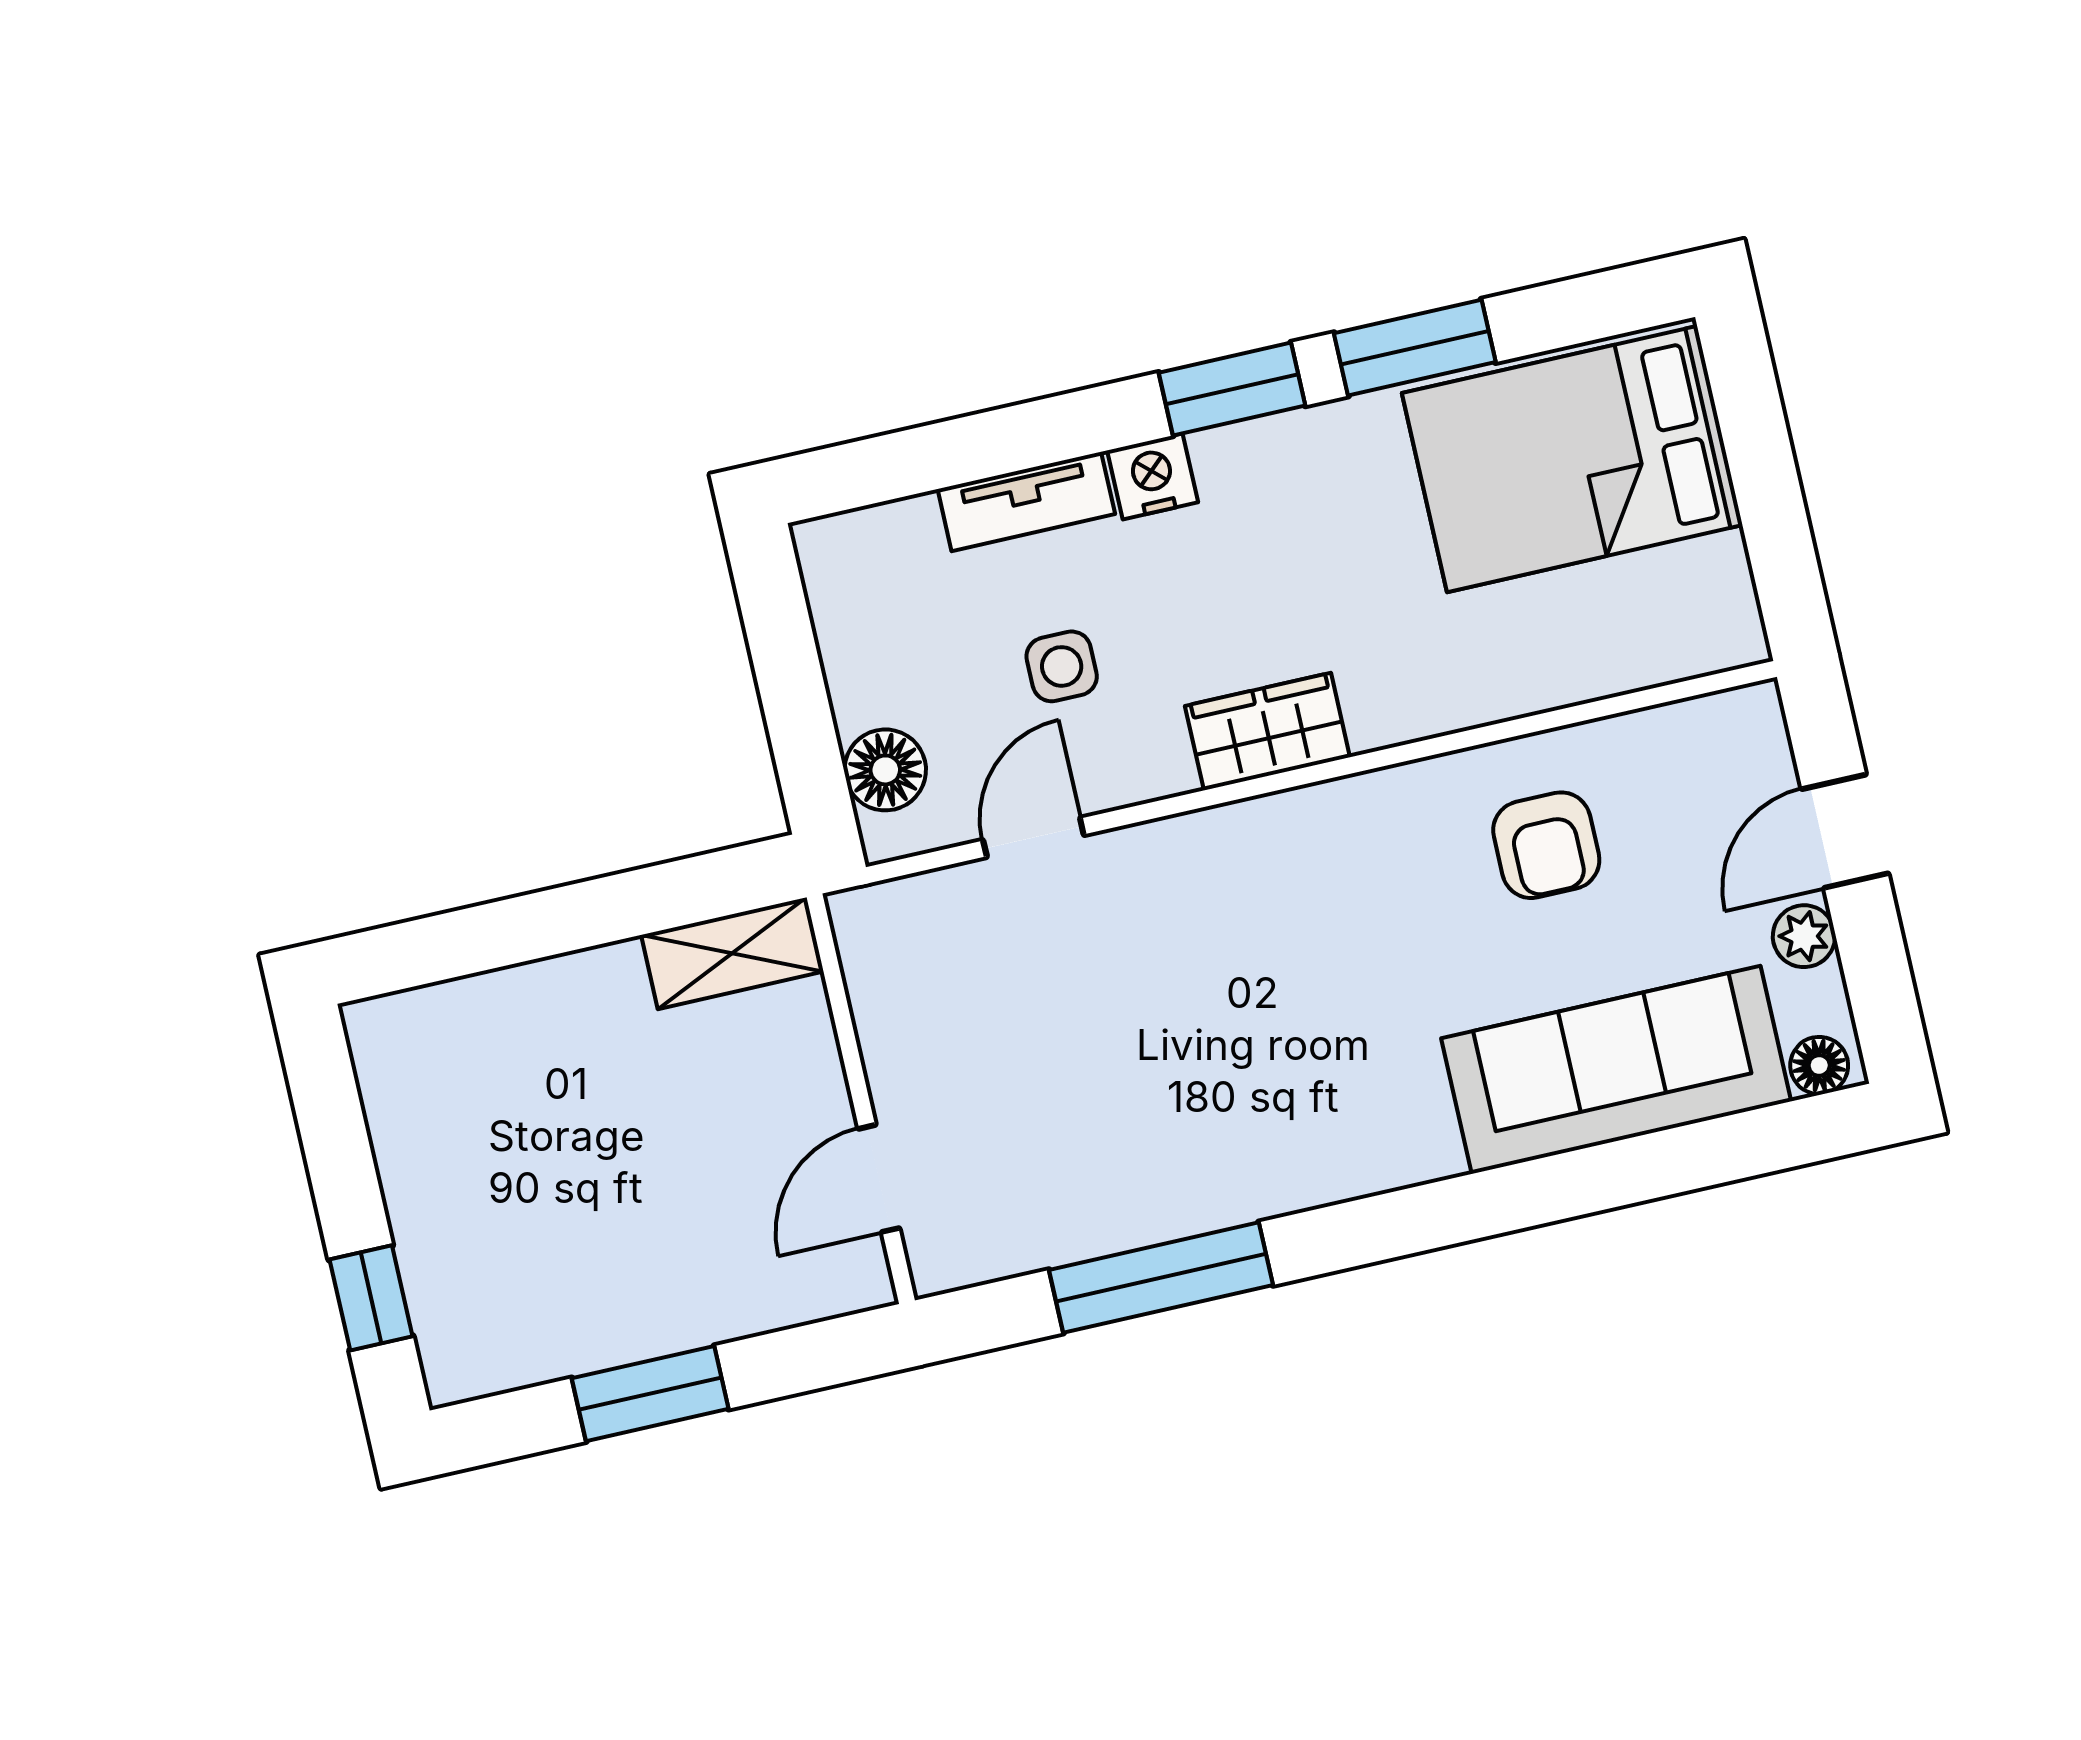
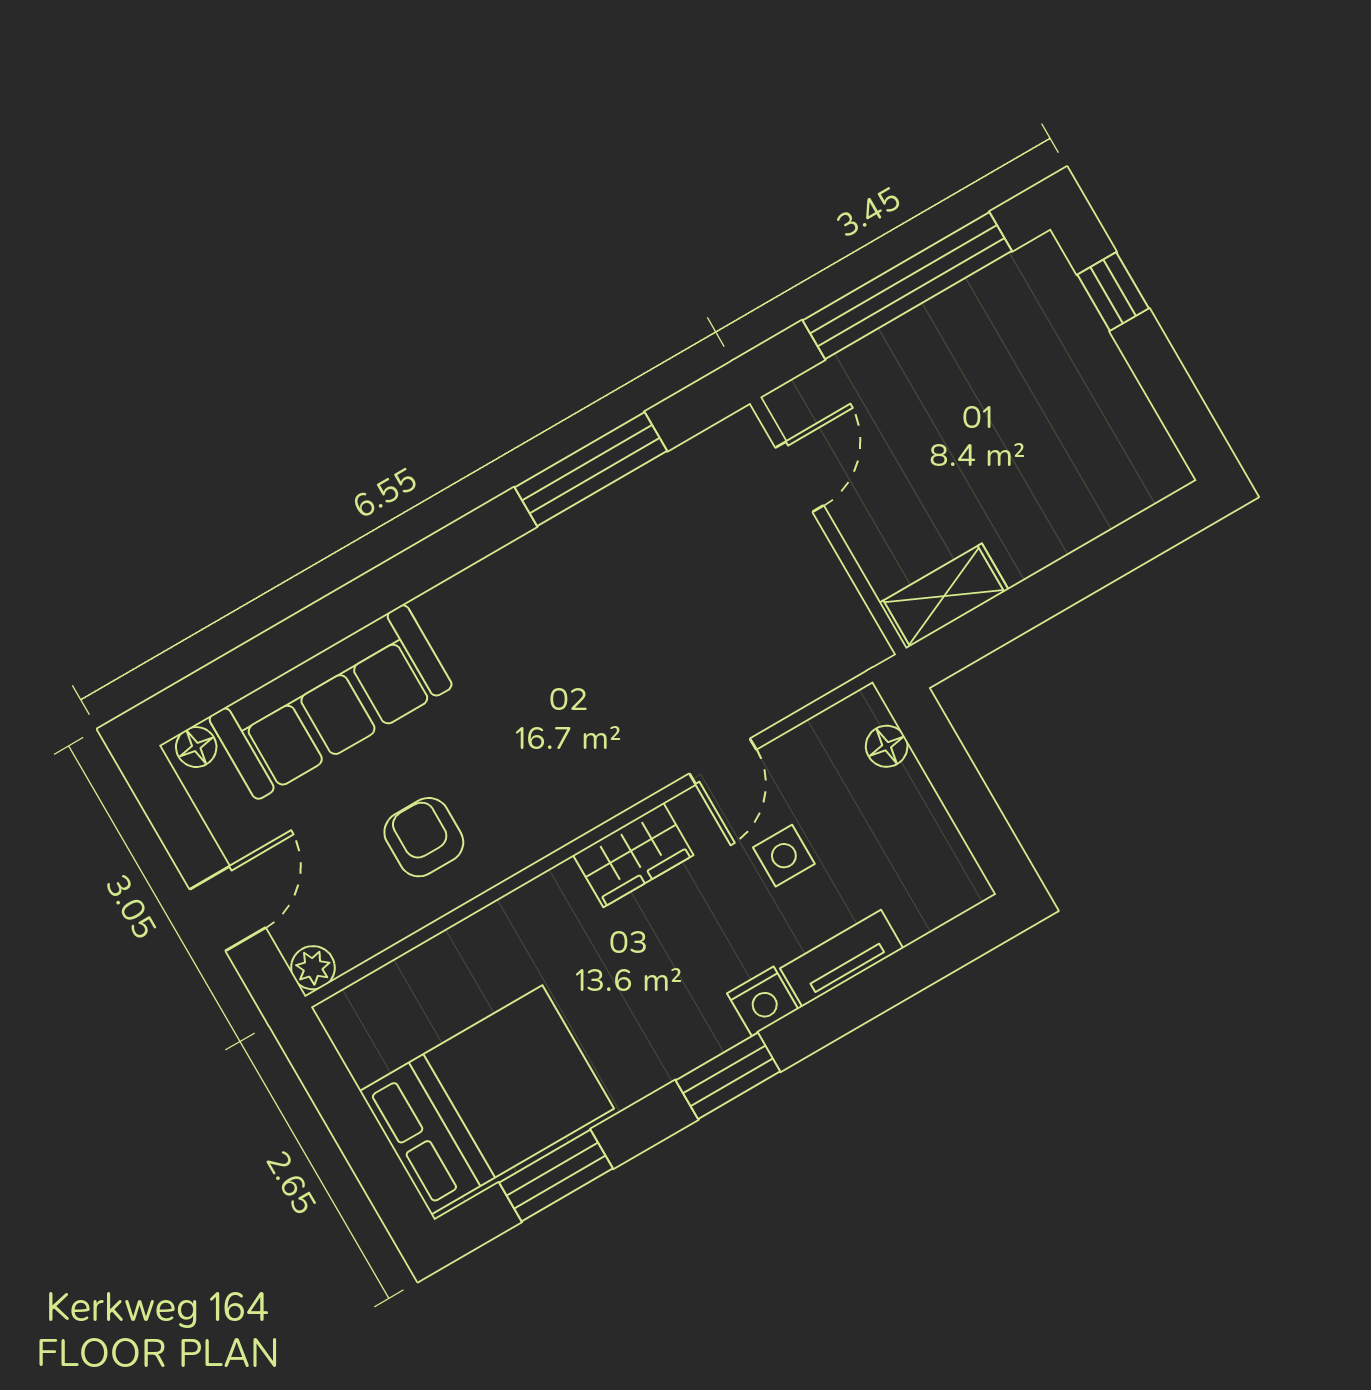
window: (1415, 348) -> (556, 1176), moved
floor lamp: (885, 770) -> (887, 746), width x0.73, depth x0.73
door: (1033, 837) -> (723, 762), moved
plant: (1804, 936) -> (313, 968), moved
window: (650, 1394) -> (907, 286), width x2.11

